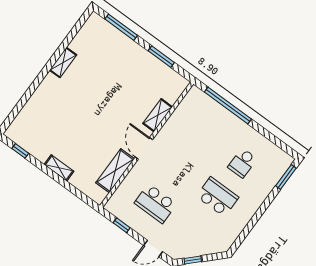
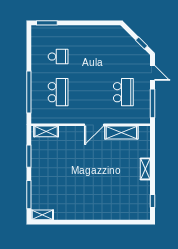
shelving: (63, 63) -> (42, 215), moved
shelving: (158, 115) -> (46, 131), moved
school desk: (217, 197) -> (58, 92), moved, turned 180
window: (122, 225) -> (153, 103), width x2.17

